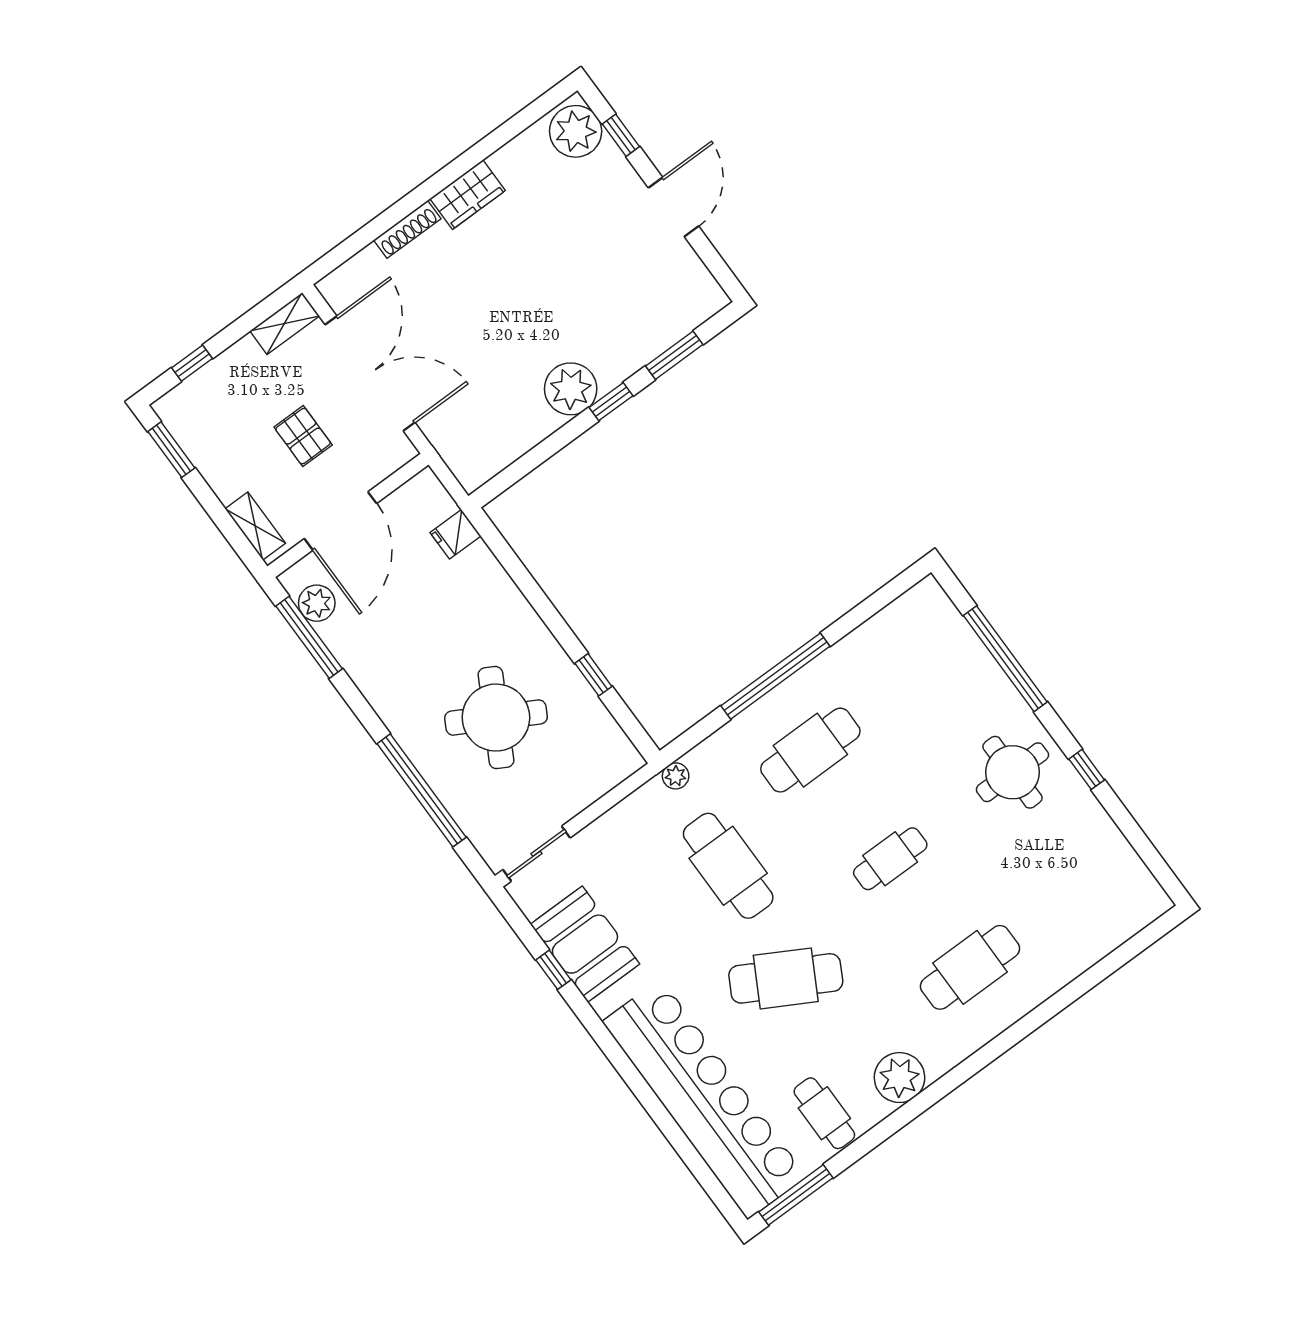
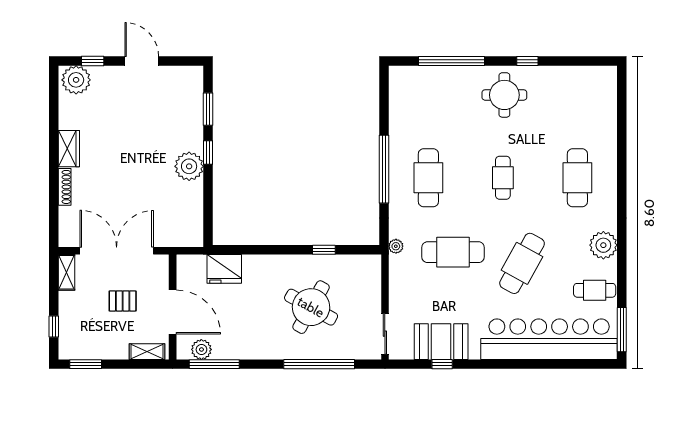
fridge: (456, 534) -> (224, 269), width x1.88, depth x1.34

